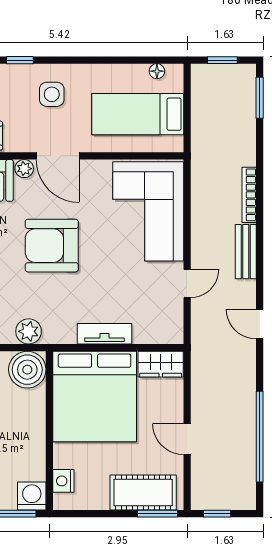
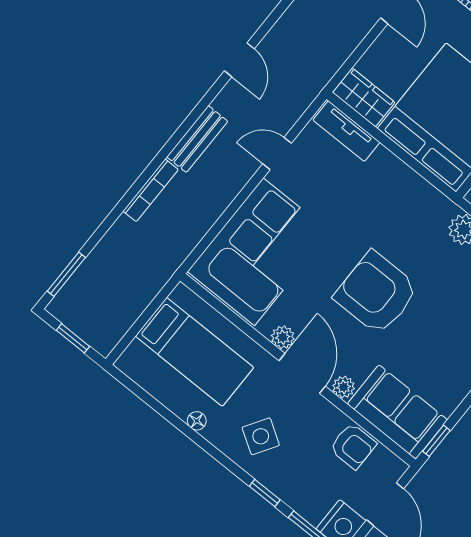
floor lamp: (157, 71) -> (197, 421), moved
side table: (52, 94) -> (261, 436), turned 32
plant: (89, 169) -> (283, 337), added
armchair: (52, 246) -> (376, 293), turned 180
tv unit: (105, 334) -> (346, 131), moved

